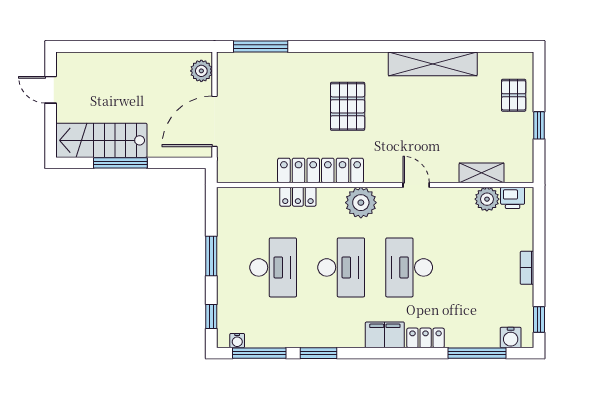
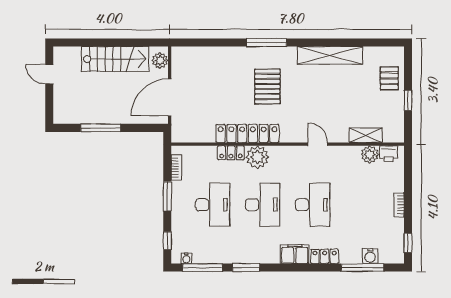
window: (261, 46) -> (267, 43), moved
stairs: (101, 140) -> (115, 59), moved, turned 180
plant: (361, 203) -> (257, 157), moved
bookcase: (224, 217) -> (176, 168), added
desk: (409, 267) -> (313, 205), turned 180
water cooler: (511, 337) -> (370, 256), moved

